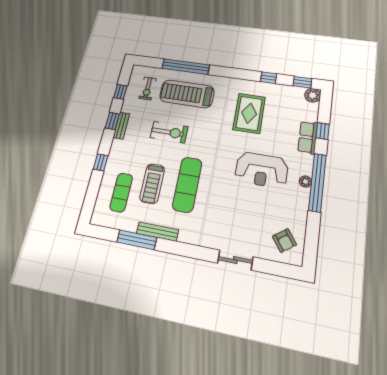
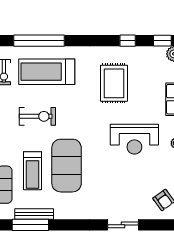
exercise mat: (187, 184) -> (67, 166), width x1.47
bench: (157, 232) -> (34, 214), moved

